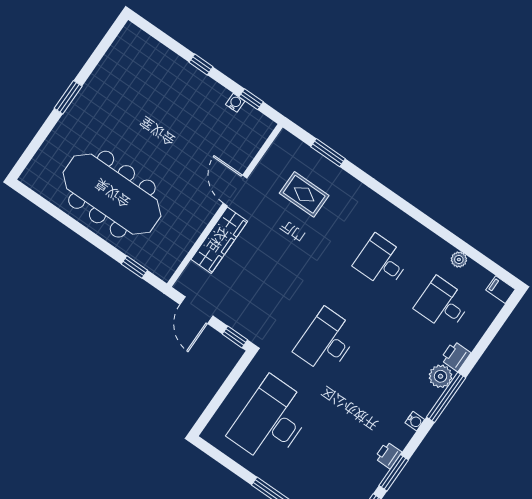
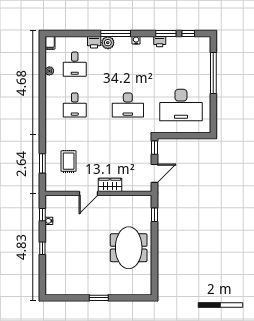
meeting table: (112, 194) -> (129, 248), width x0.73
wardrobe: (219, 240) -> (110, 185), width x0.67

